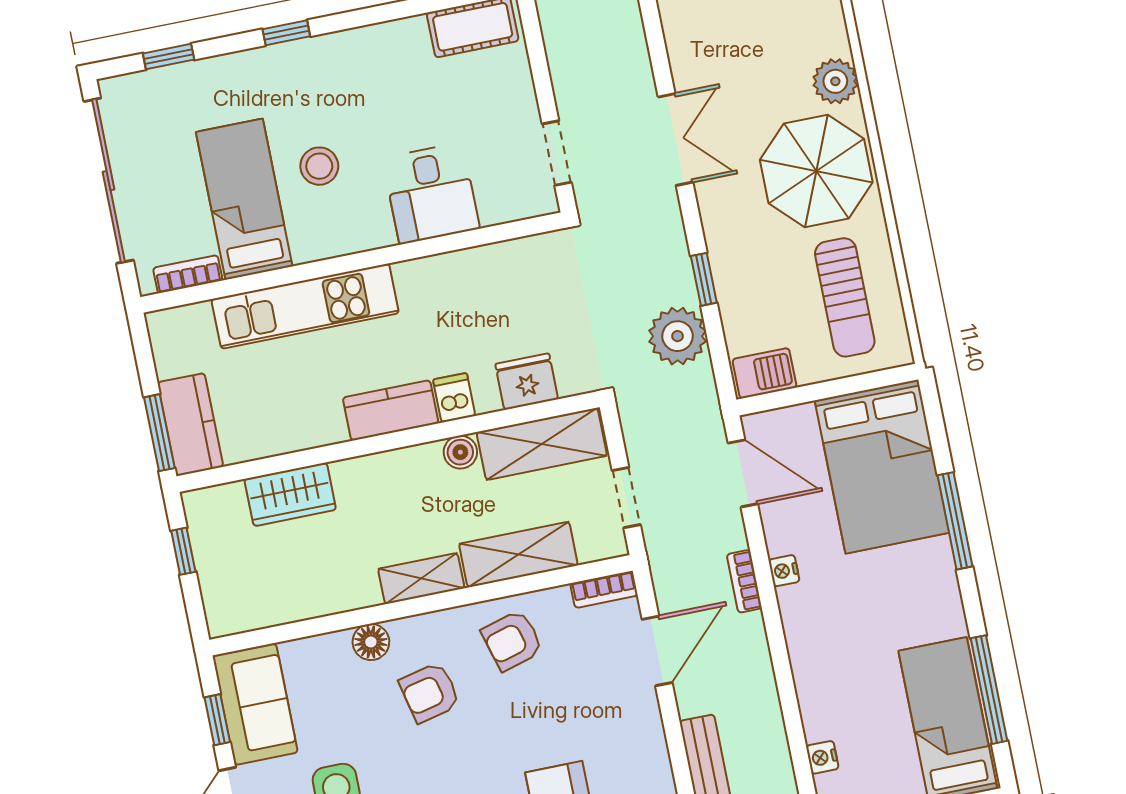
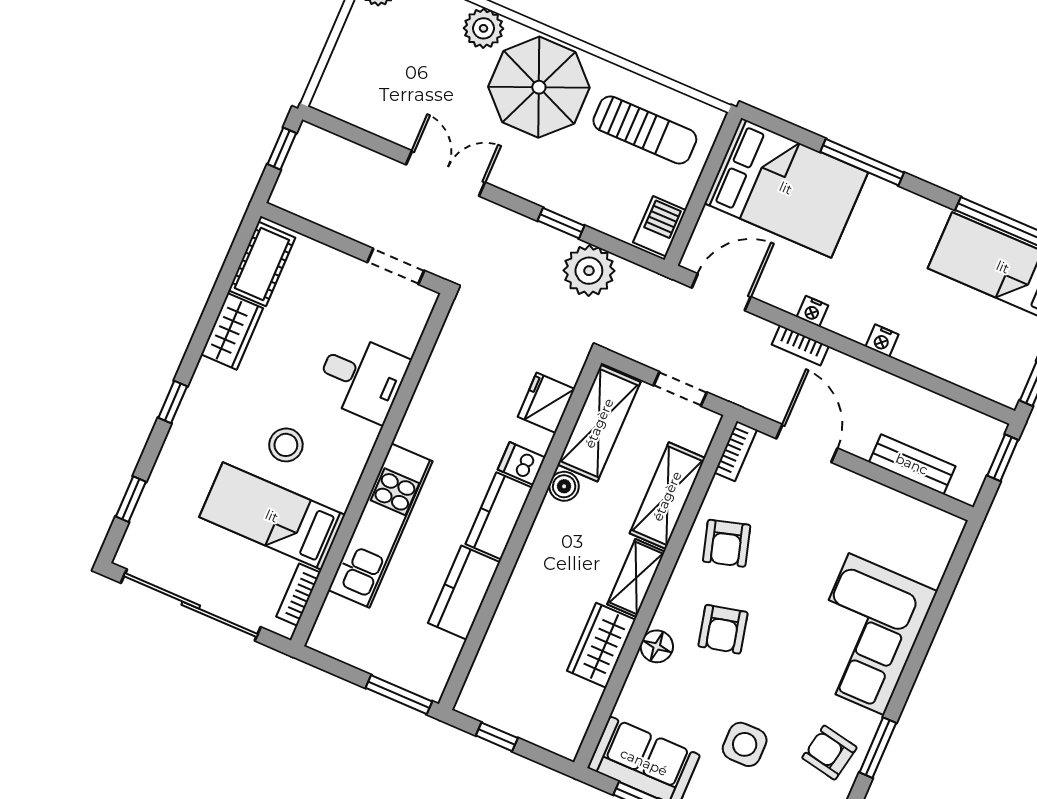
wardrobe: (390, 42) -> (232, 331), added
kitchen counter: (190, 425) -> (464, 593), moved, turned -90
wardrobe: (290, 494) -> (601, 645), moved, turned 180
nightstand: (822, 757) -> (882, 341), moved

